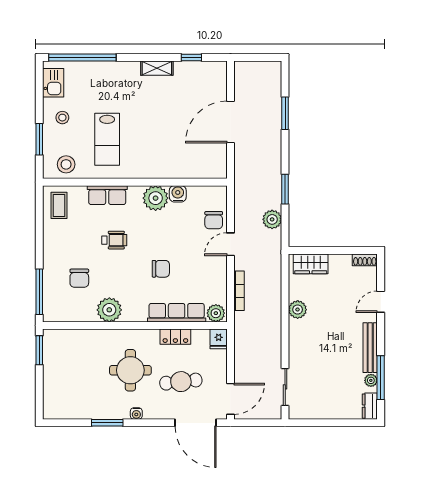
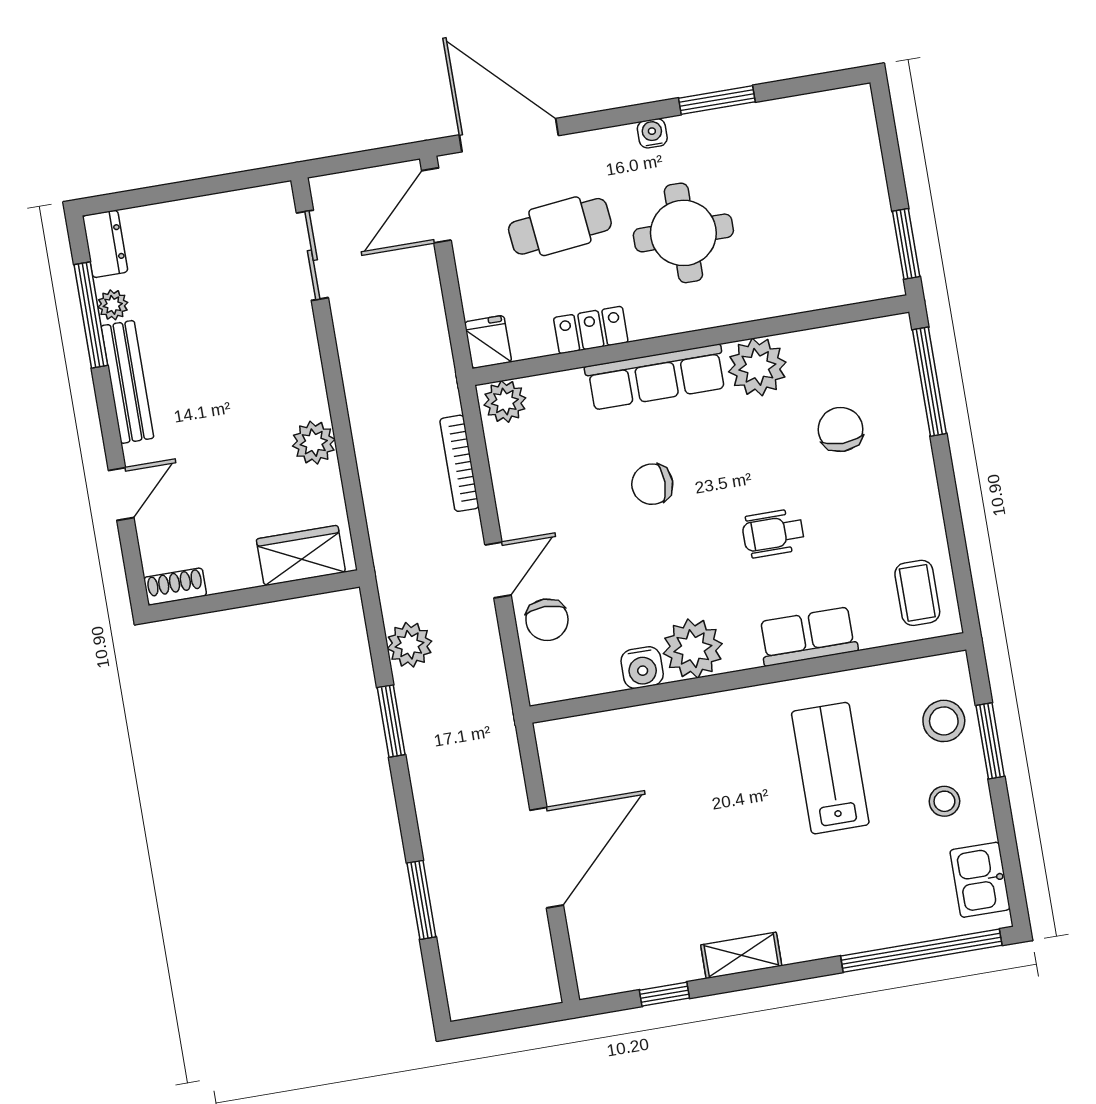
stool: (66, 164) -> (944, 721), moved
chair: (214, 220) -> (547, 620), turned 180
row of seats: (177, 313) -> (656, 377), moved

